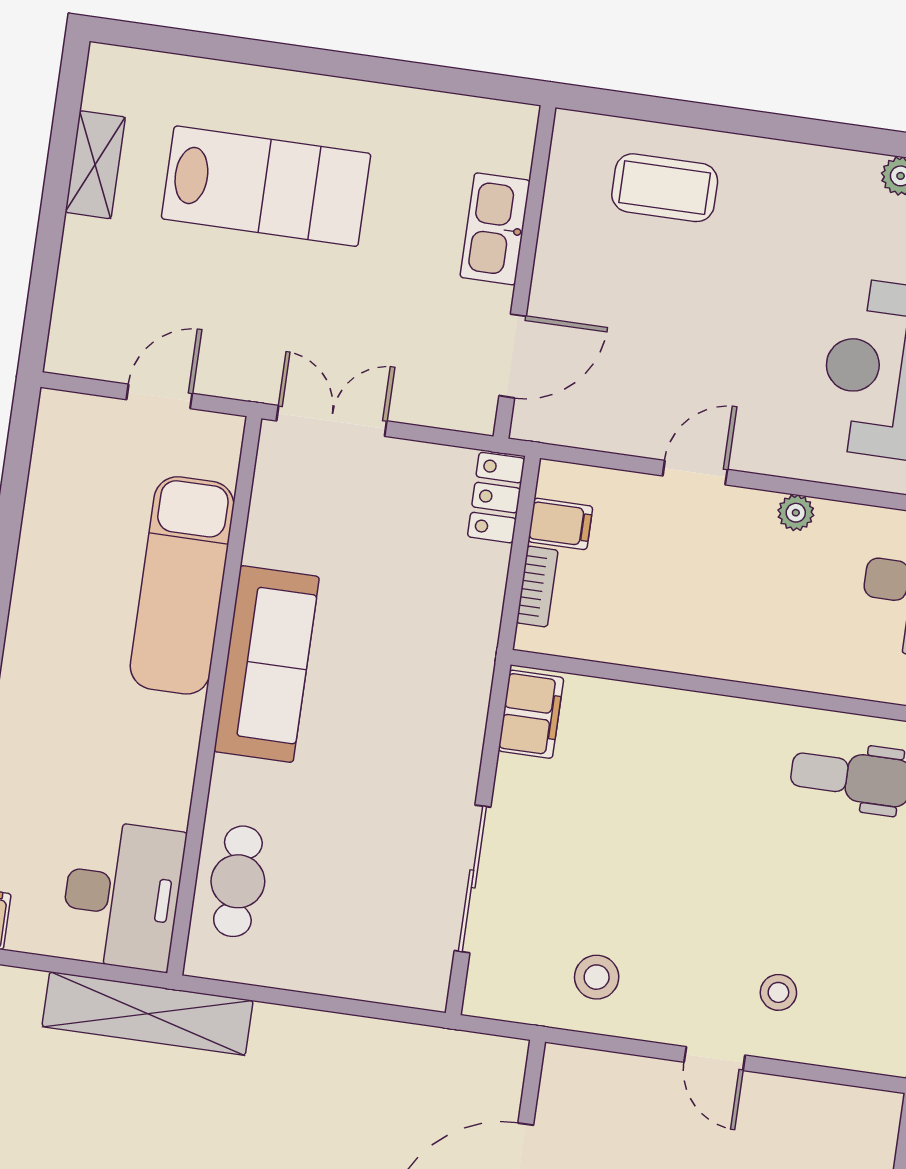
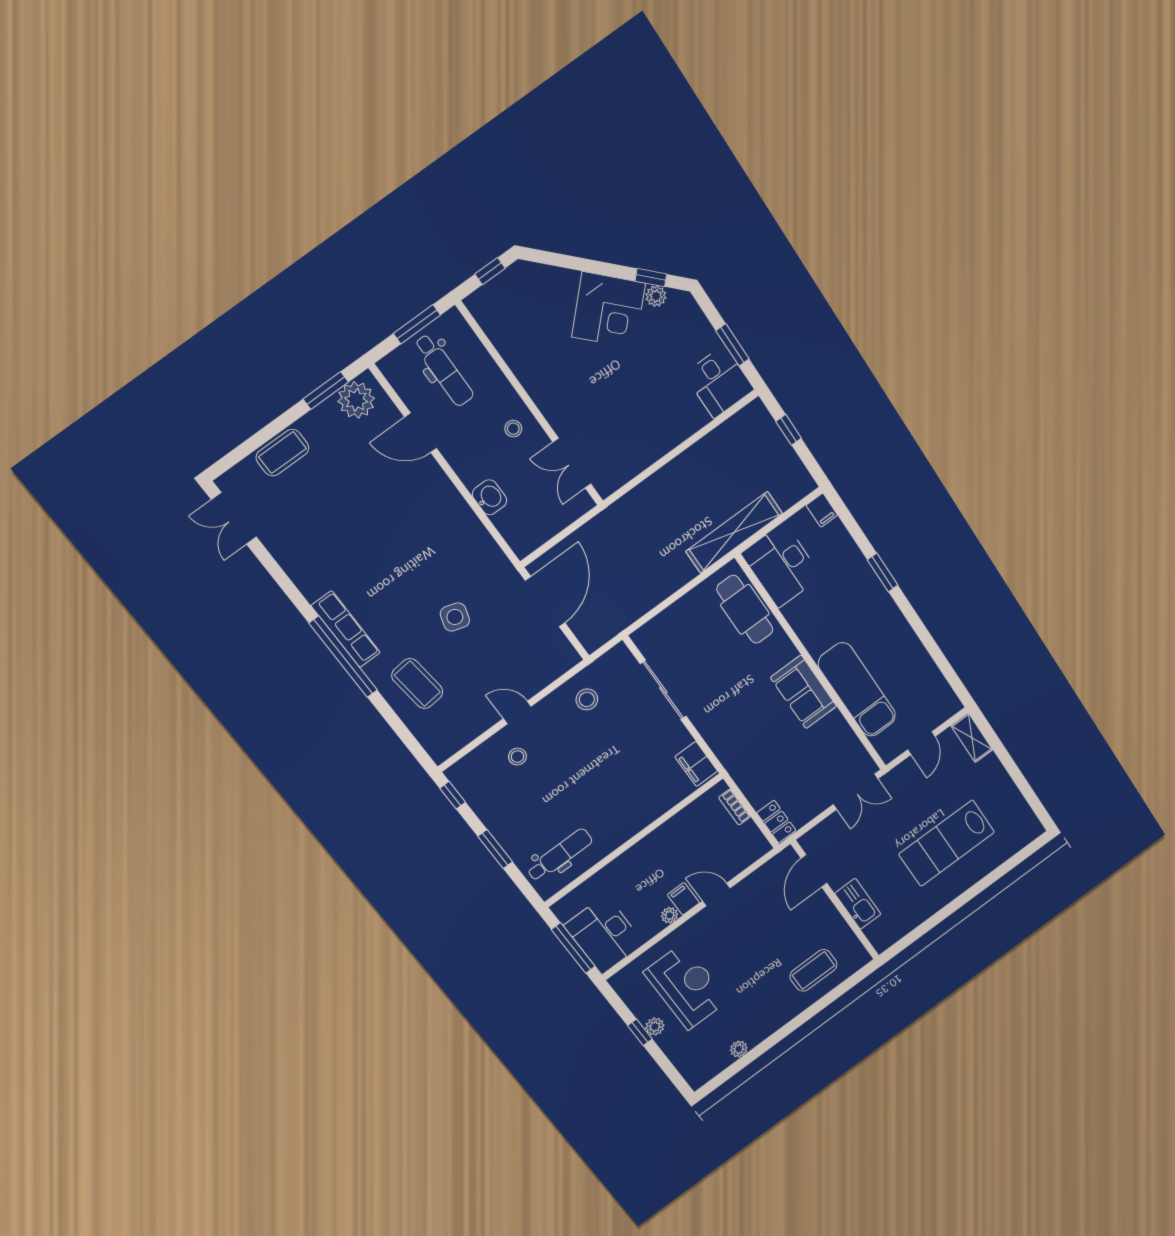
shelving: (95, 165) -> (972, 738), moved
door: (695, 473) -> (716, 895), swing flipped
filing cabinet: (560, 524) -> (683, 899), moved, turned 90
sofa: (267, 664) -> (804, 692), width x0.73
cafe table: (238, 881) -> (745, 609), width x1.37, depth x1.35

